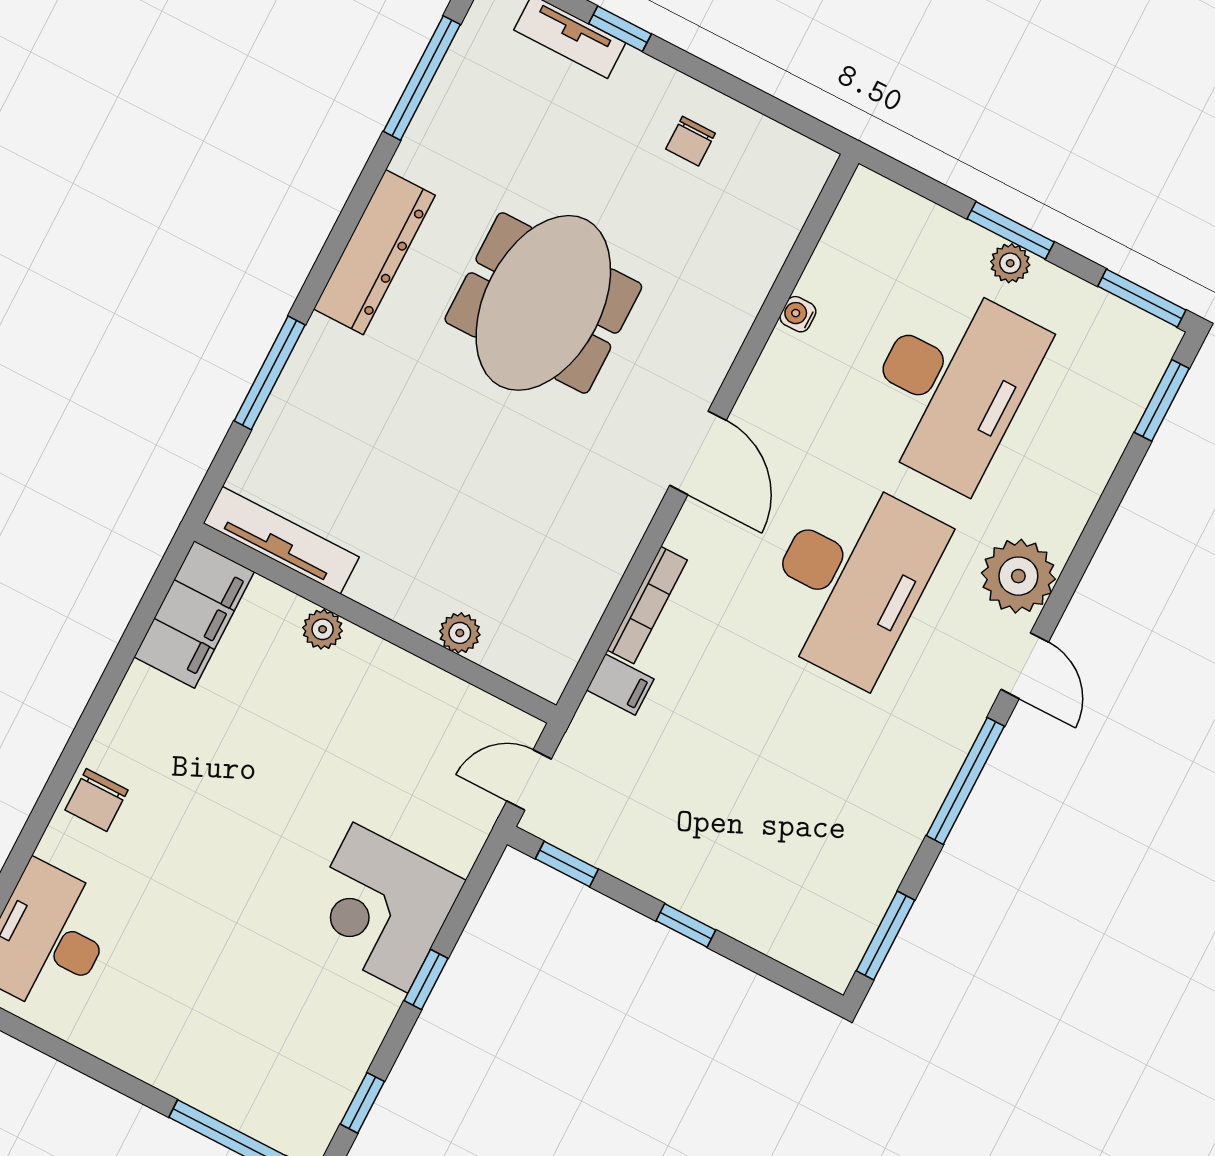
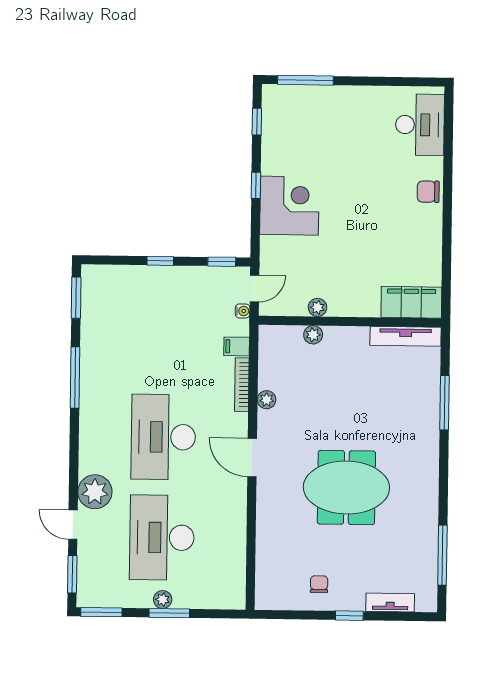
window: (620, 29) -> (349, 616), moved
dresser: (374, 252) -> (426, 474), removed
meeting table: (543, 303) -> (346, 488), turned 90
water cooler: (798, 314) -> (243, 311), moved
plant: (614, 552) -> (267, 400), added
plant: (1018, 576) -> (95, 492), moved
filing cabinet: (194, 614) -> (411, 302), moved, turned 90
plant: (323, 629) -> (318, 307), moved
door: (1025, 666) -> (73, 525), moved
chair: (97, 800) -> (428, 192), turned -90

